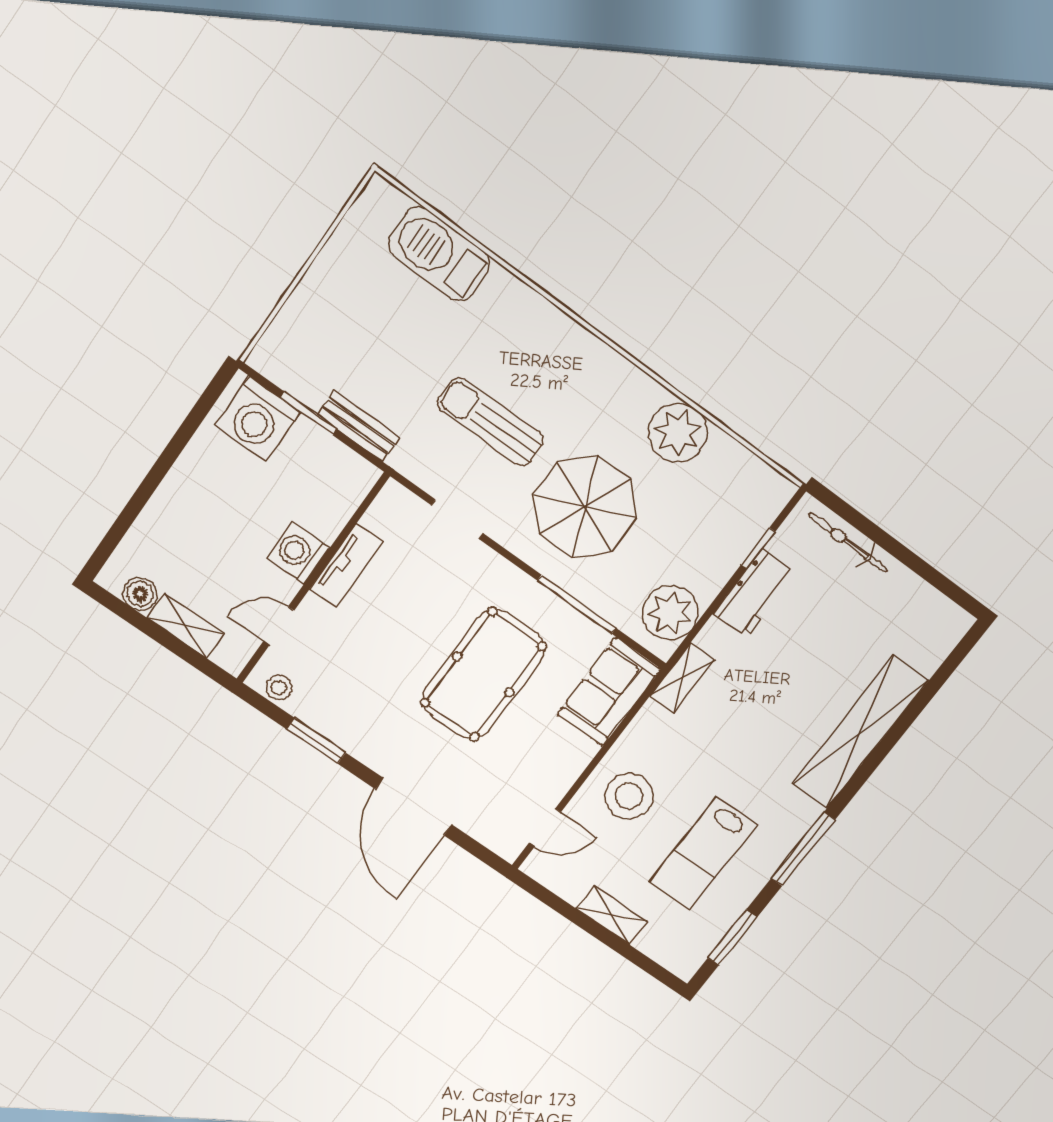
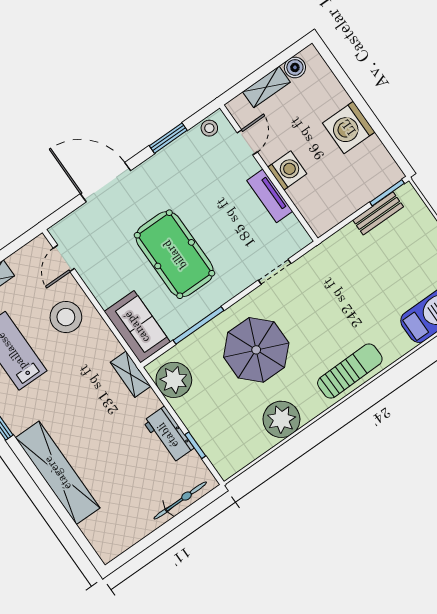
window: (309, 413) -> (387, 193), moved
washing machine: (258, 419) -> (349, 127), moved, turned -90
sun lounger: (491, 422) -> (350, 371), moved
bench: (359, 426) -> (378, 213), moved

